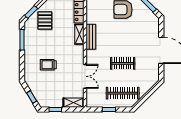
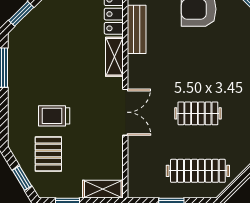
pallet: (45, 21) -> (48, 154), moved
bench: (91, 37) -> (137, 29), moved
double door: (85, 76) -> (125, 112), moved

